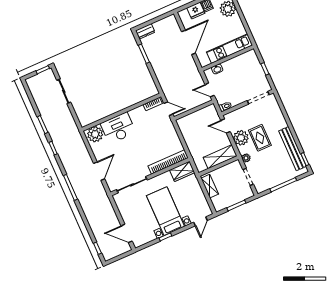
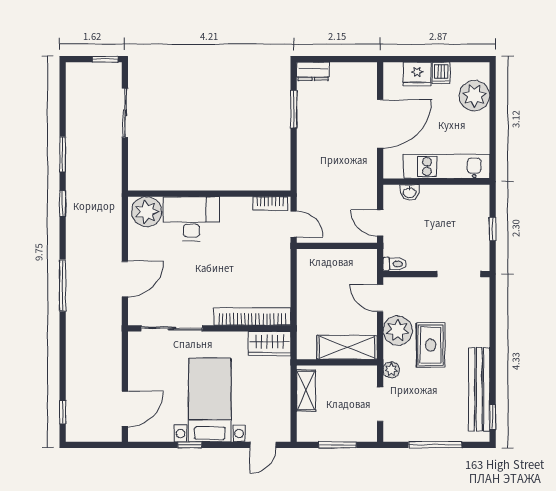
door: (127, 233) -> (125, 409), swing flipped

